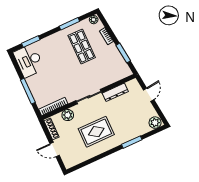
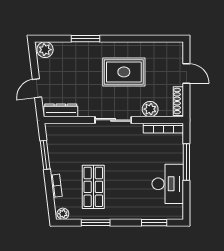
desk: (29, 61) -> (168, 184), moved
dresser: (115, 92) -> (61, 110), moved

